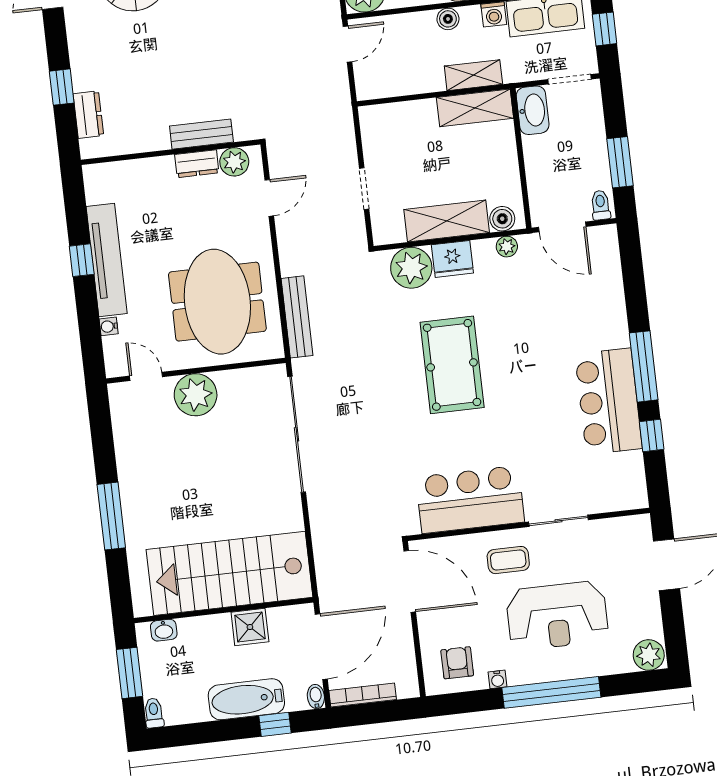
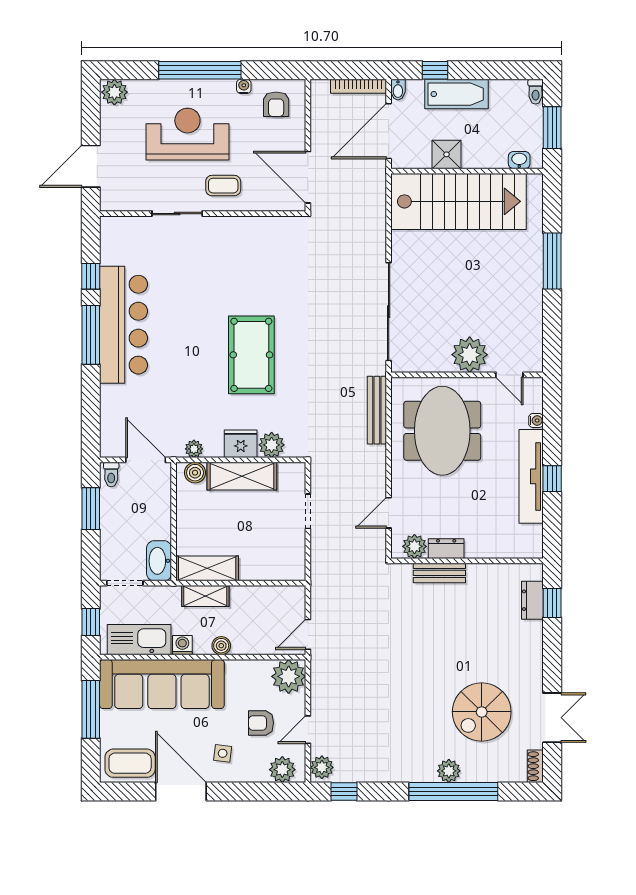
window: (62, 87) -> (552, 603), moved
plant: (411, 268) -> (272, 445), width x0.73, depth x0.73
bar counter: (609, 401) -> (124, 325), width x1.36
bar counter: (470, 499) -> (249, 240), removed

